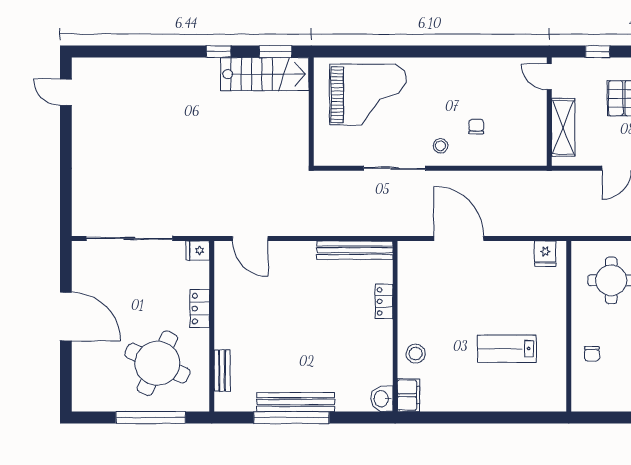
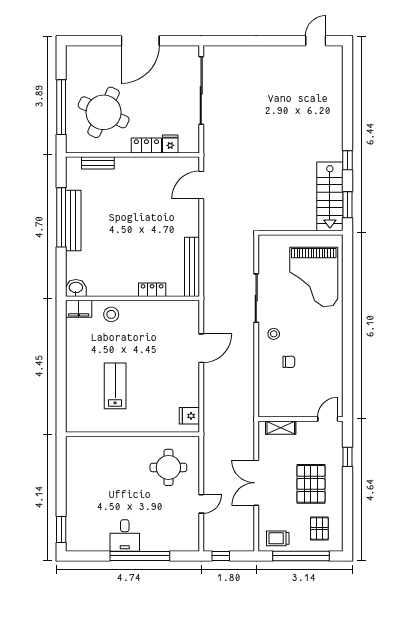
shelving: (563, 127) -> (281, 428), width x0.67, depth x0.75
door: (459, 238) -> (201, 348), width x0.73
fridge: (198, 251) -> (170, 144), moved
chair: (592, 354) -> (111, 452), removed

